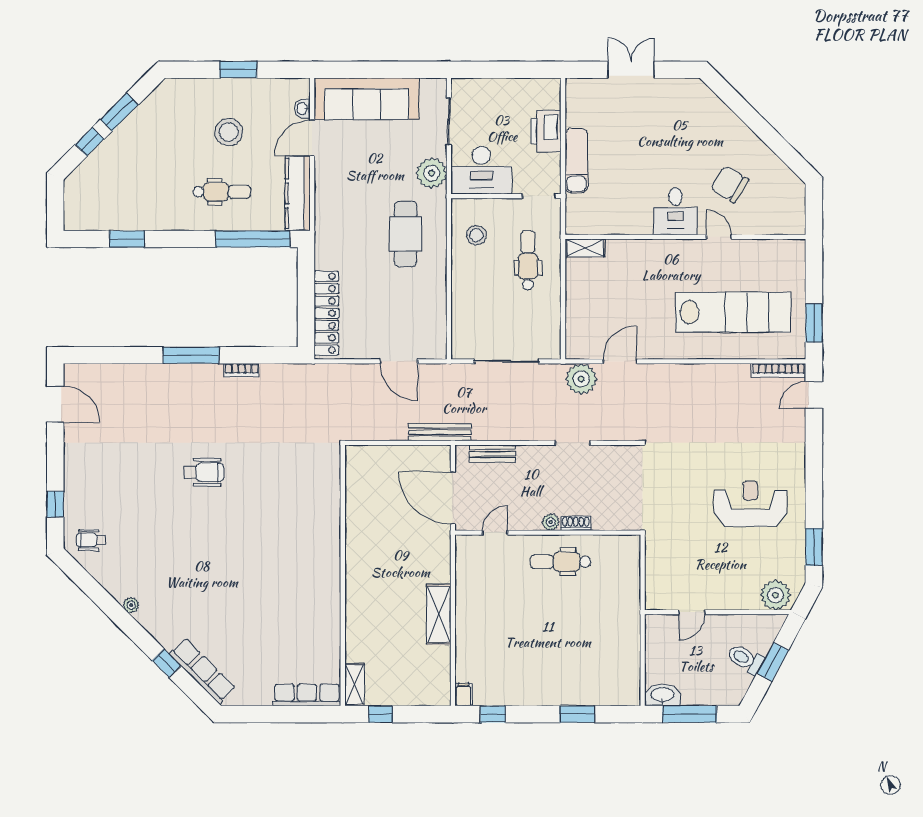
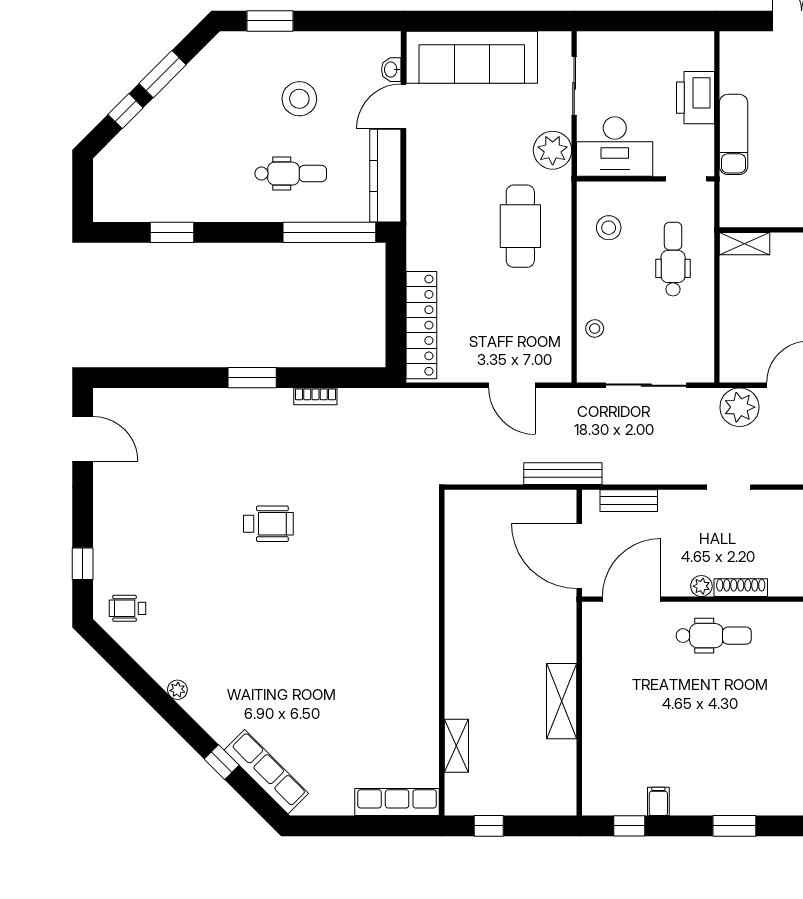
window: (238, 70) -> (270, 21), moved
stool: (465, 316) -> (595, 328), added
window: (191, 355) -> (252, 378), width x0.69
shoe rack: (576, 523) -> (741, 588), width x1.43
door: (495, 533) -> (632, 599), width x1.87
dental chair: (561, 562) -> (714, 636), turned 180
shelving: (354, 685) -> (456, 746), moved
filing cabinet: (464, 695) -> (658, 801), moved

